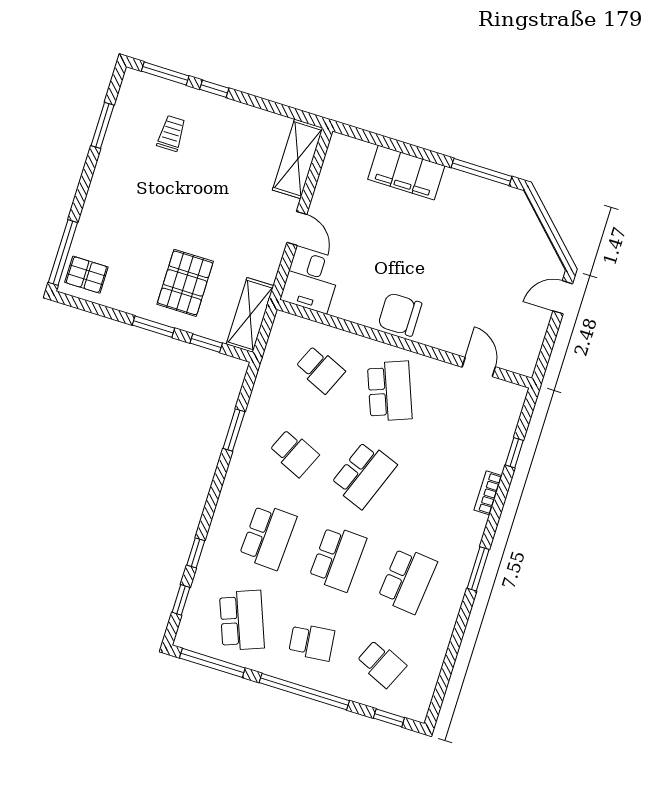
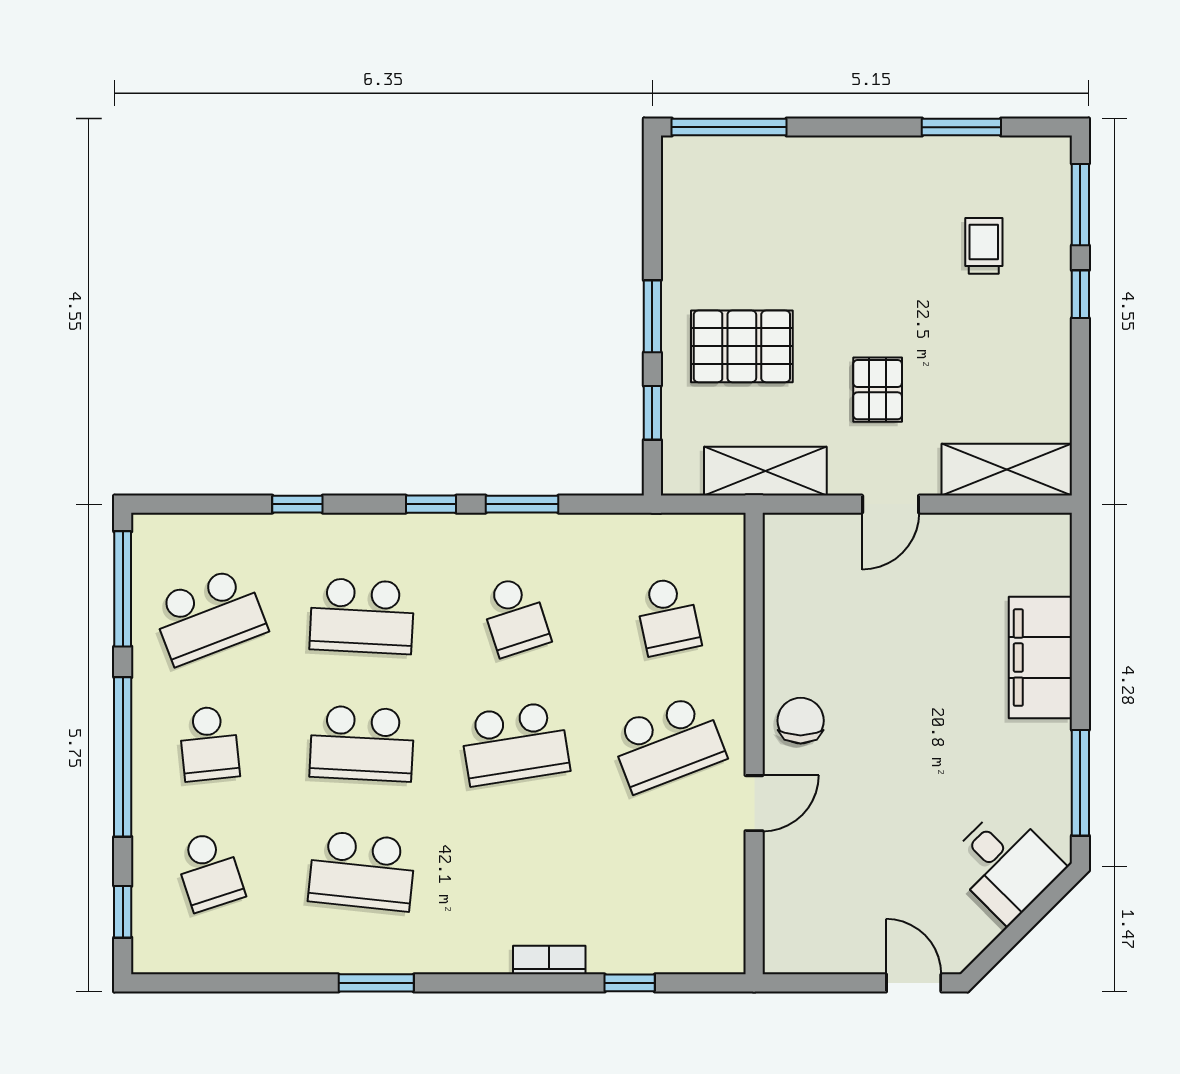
trolley: (171, 133) -> (984, 246), turned -90
pallet: (86, 275) -> (878, 390), moved
desk: (311, 282) -> (1005, 864), moved, turned -135
chair: (400, 314) -> (801, 721), width x0.73, depth x0.73
shelving: (250, 315) -> (765, 471), moved
door: (479, 367) -> (754, 803), moved
school desk: (320, 369) -> (668, 616), turned -36
school desk: (294, 453) -> (515, 616), turned -42
school desk: (364, 475) -> (515, 744), turned -30
window: (478, 569) -> (376, 983), moved
window: (181, 600) -> (431, 504), moved
school desk: (381, 664) -> (209, 871), turned -42

